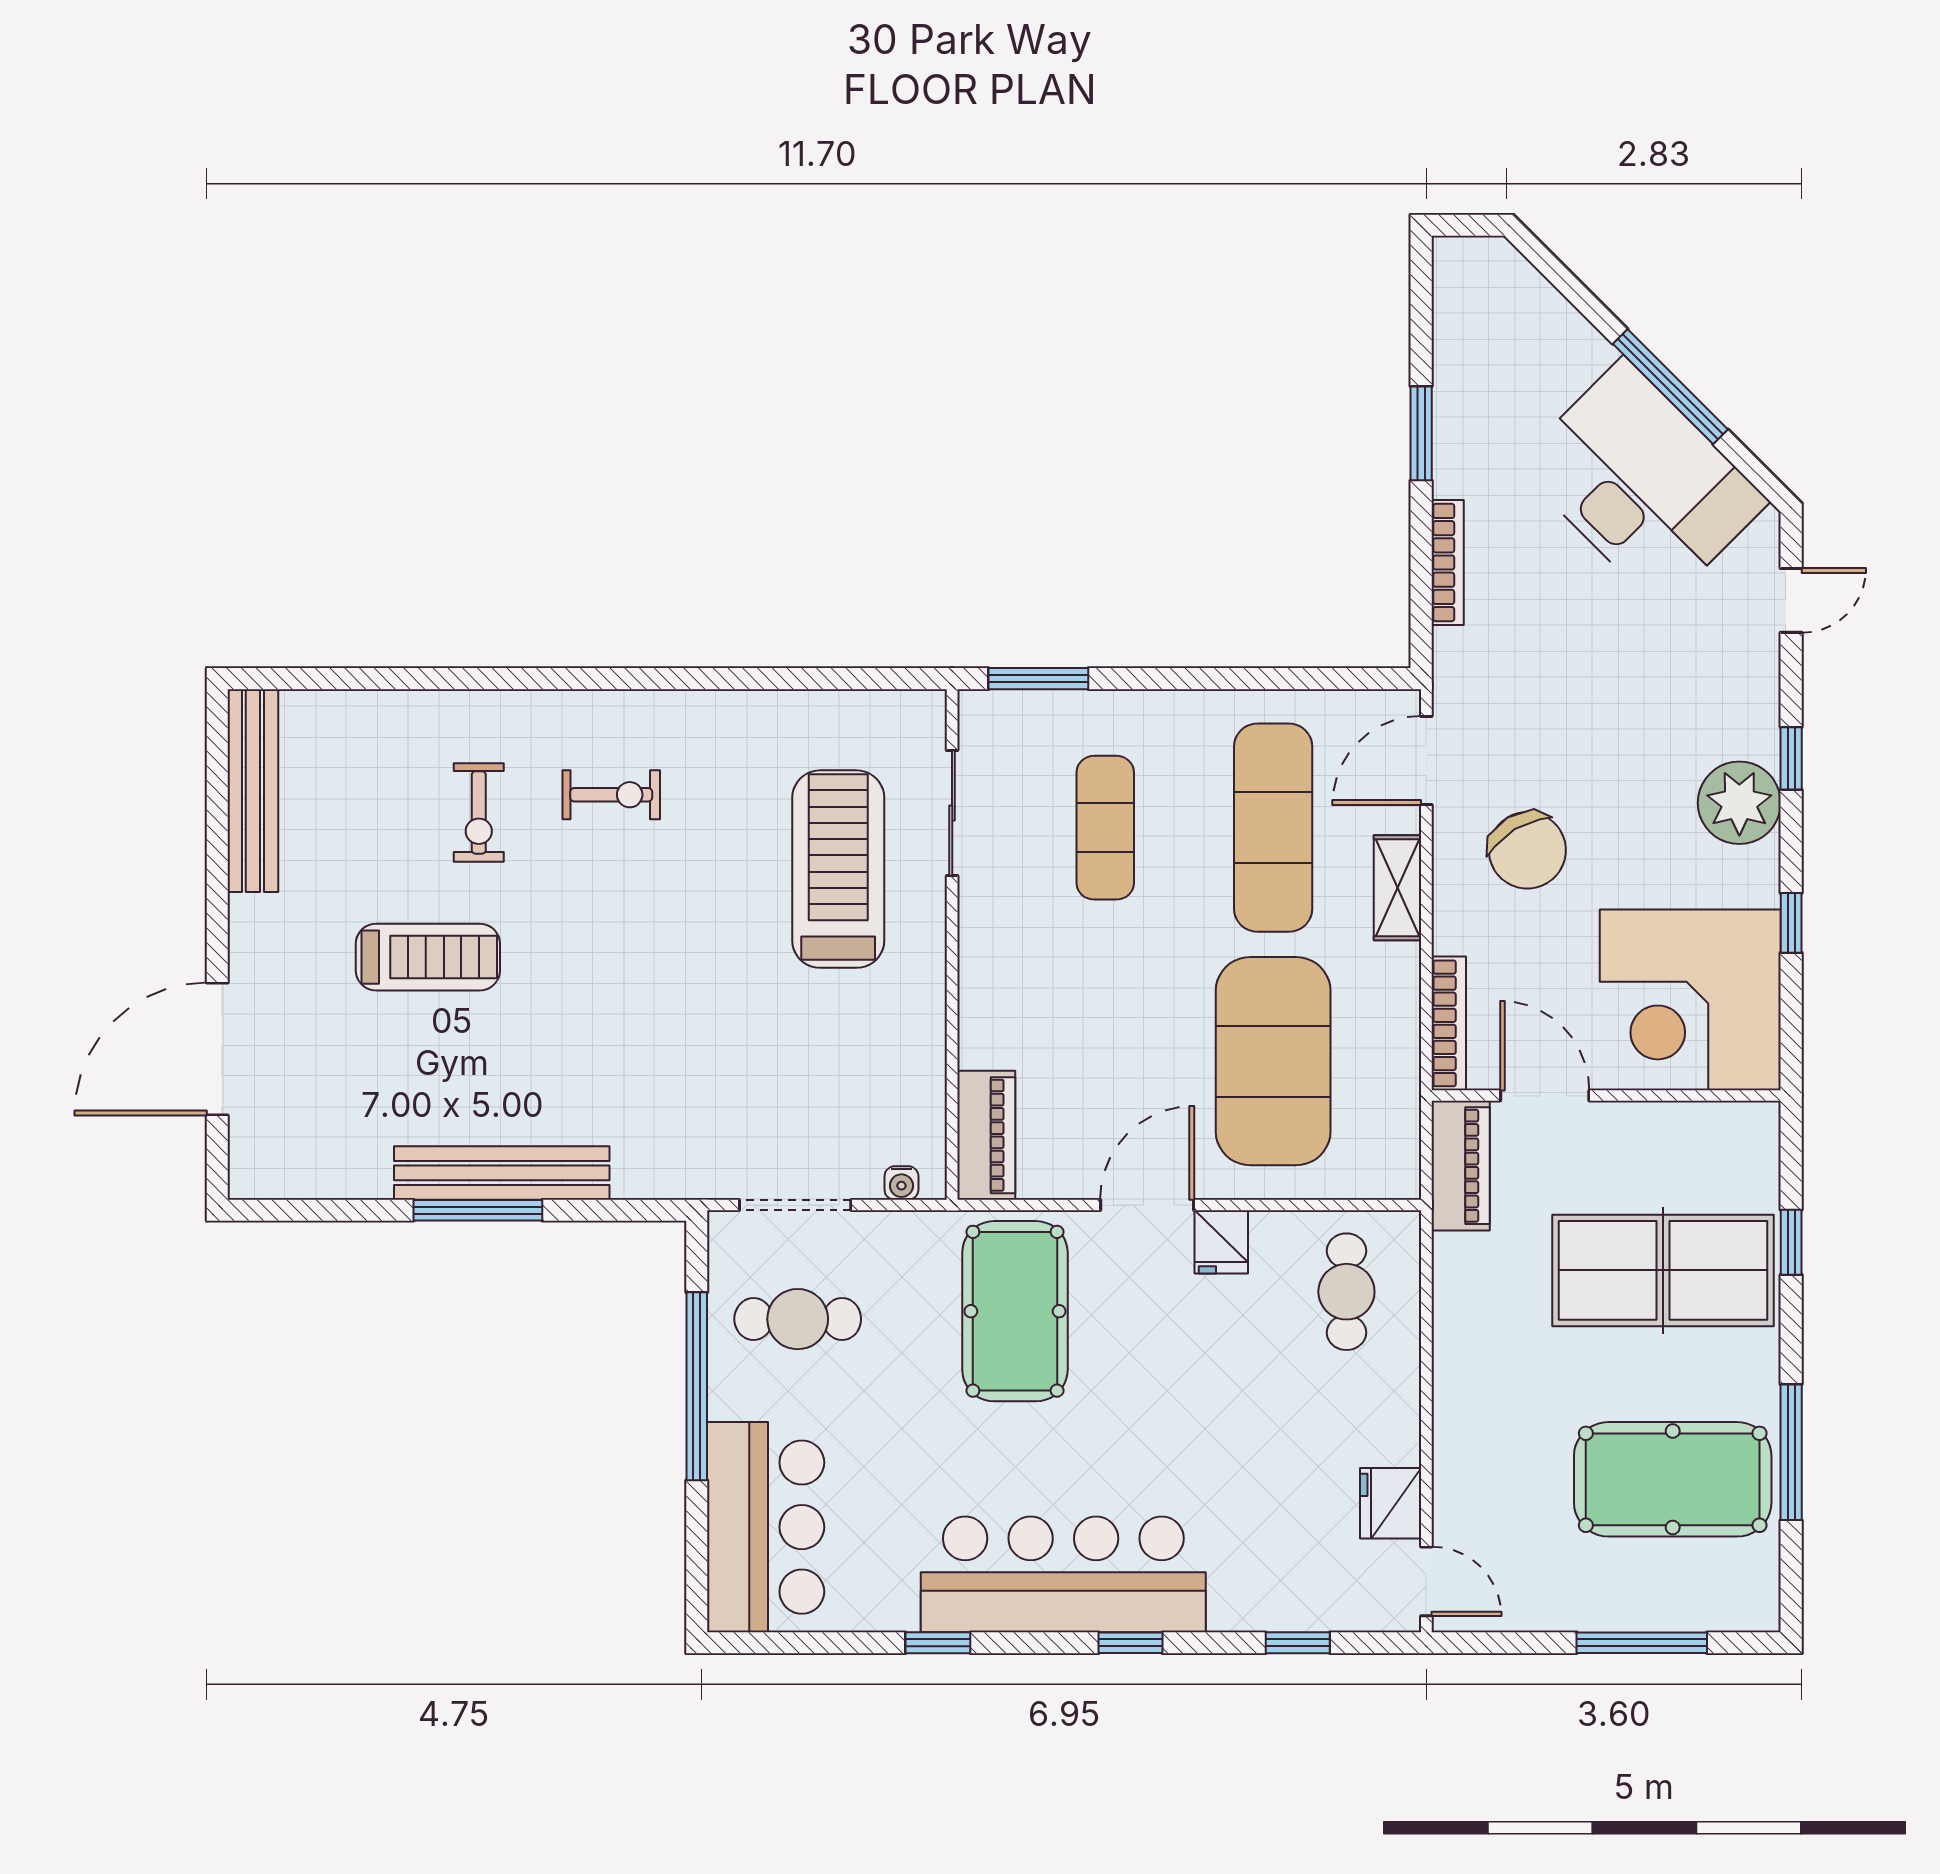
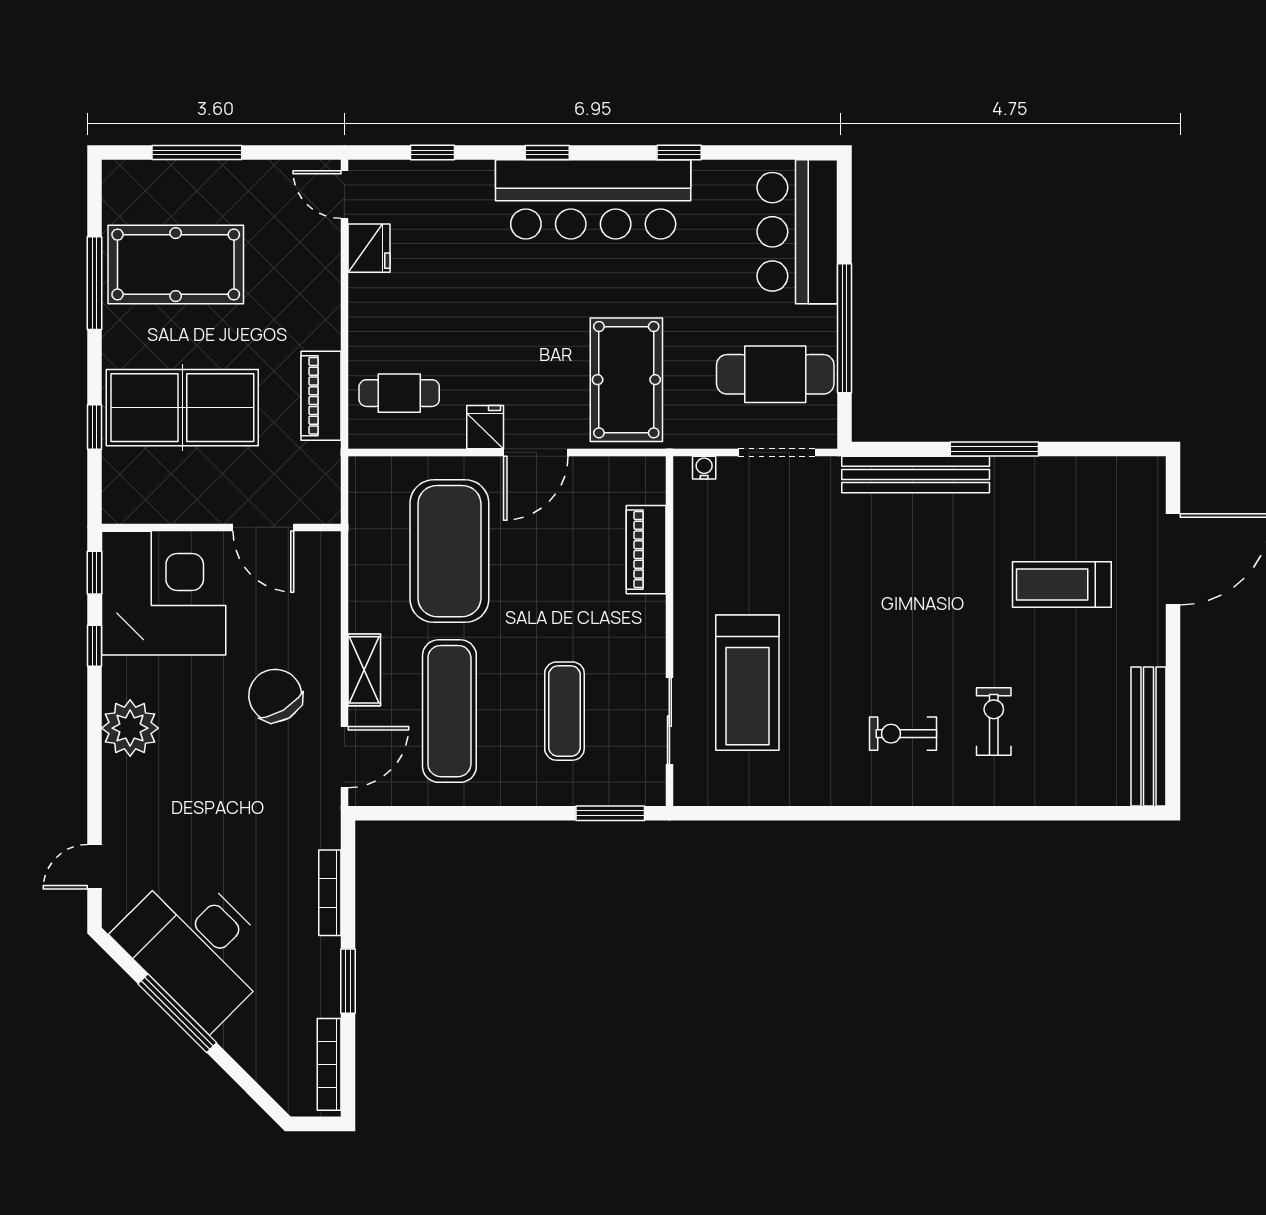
window: (1791, 758) -> (94, 573), moved
treadmill: (428, 957) -> (1062, 585), moved
bookcase: (1449, 1023) -> (329, 1064), moved
piano: (986, 1135) -> (646, 550), moved
piano: (1461, 1166) -> (321, 396), moved
bench: (502, 1173) -> (916, 474), moved
cafe table: (1346, 1292) -> (399, 393), turned 90
cafe table: (798, 1319) -> (775, 374), width x1.37, depth x1.35

